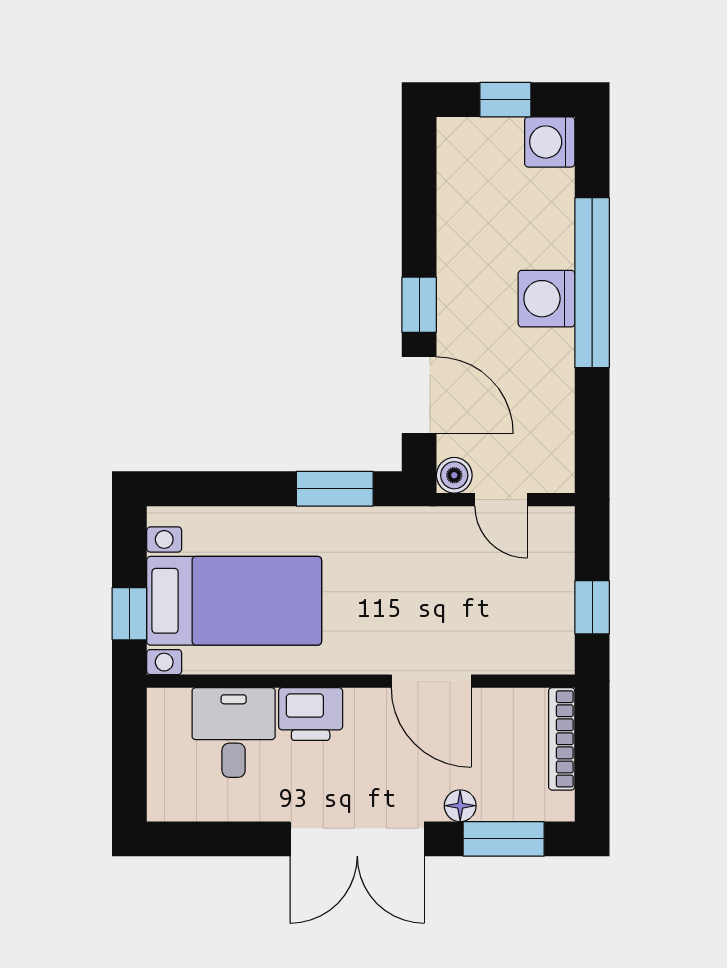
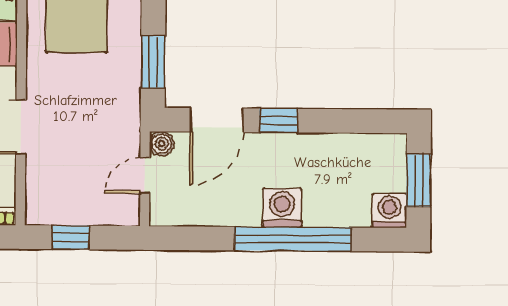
window: (505, 100) -> (419, 181), width x1.50

